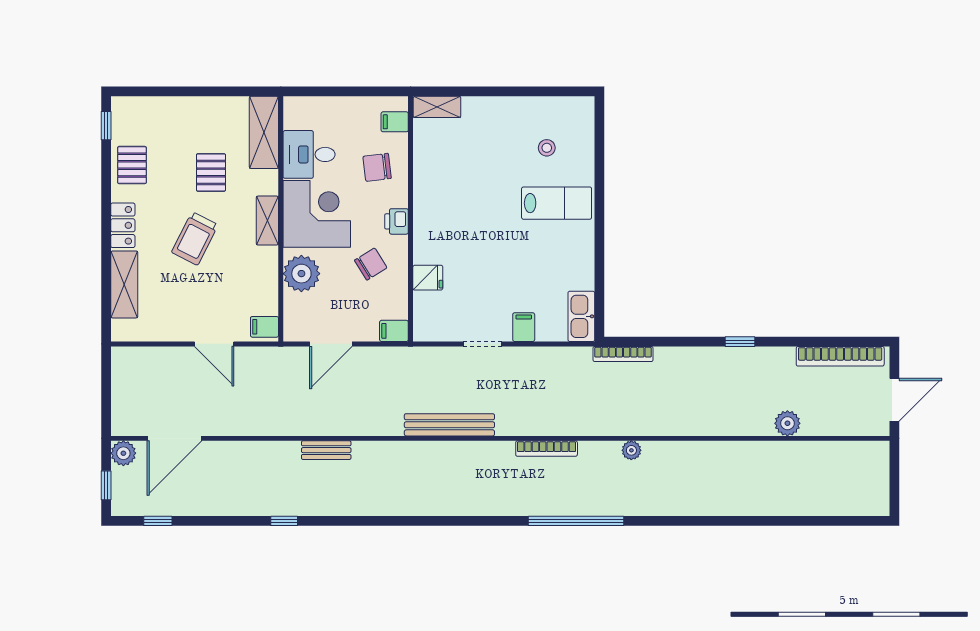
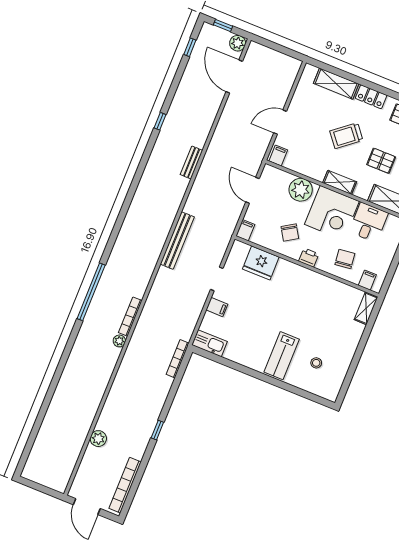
trolley: (195, 238) -> (346, 136), turned -66
fridge: (428, 278) -> (261, 263), width x1.88, depth x1.34
bookcase: (547, 449) -> (130, 317), moved

